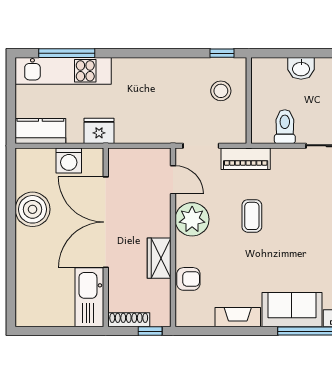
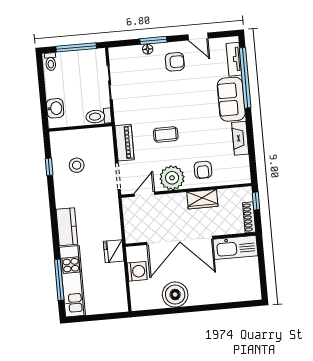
wall: (249, 100) -> (80, 127), moved
kitchen counter: (40, 131) -> (67, 227), moved, turned 180
armchair: (188, 279) -> (203, 170), moved, turned 180

